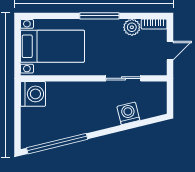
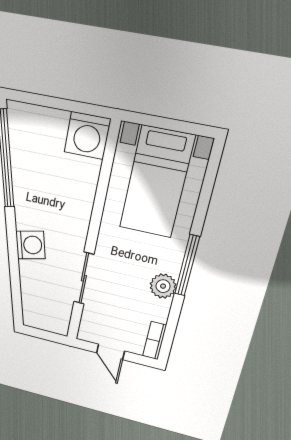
plant: (132, 27) -> (163, 286), moved
washing machine: (128, 113) -> (30, 245), moved

